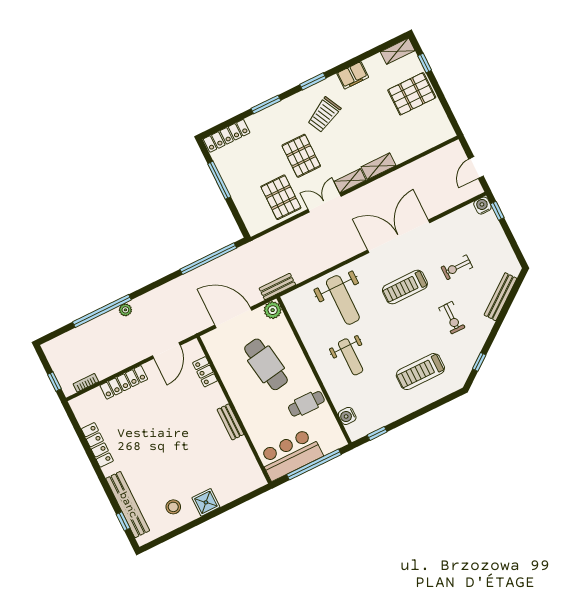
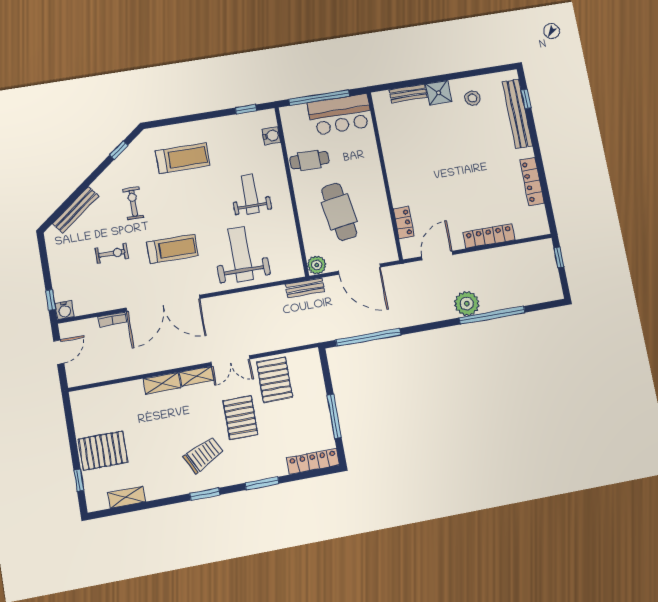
shelving: (398, 51) -> (127, 497), moved
filing cabinet: (353, 75) -> (160, 489), removed
plant: (125, 310) -> (467, 304), width x1.87, depth x1.87
bookcase: (86, 383) -> (112, 320), moved
bench: (230, 422) -> (408, 93), moved, turned 90

